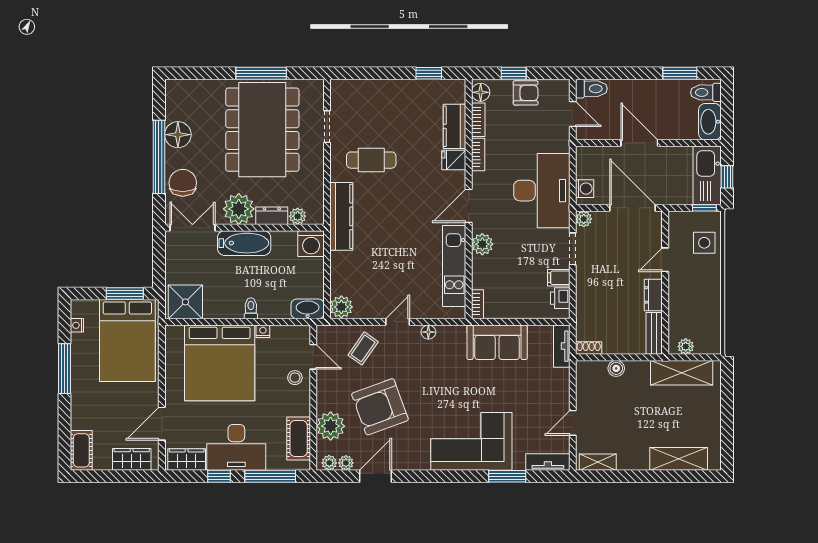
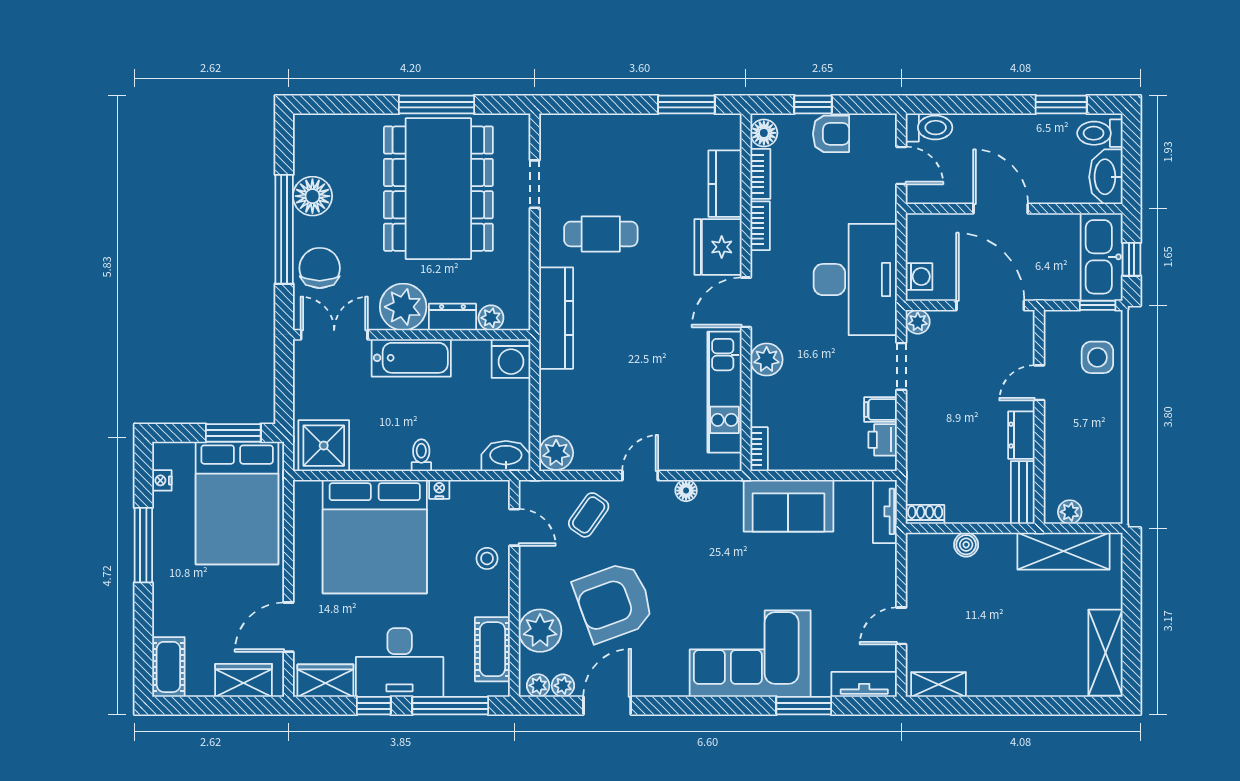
window: (429, 73) -> (686, 105), width x1.50
fridge: (454, 160) -> (718, 247), width x1.88, depth x1.34
shelving: (679, 459) -> (1105, 653), moved, turned 90

